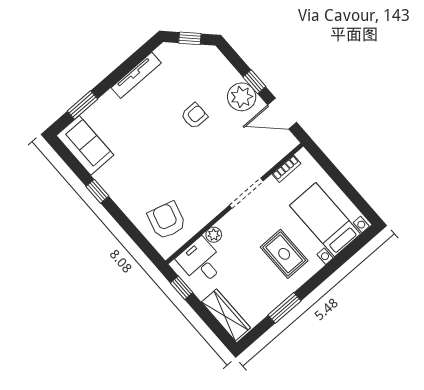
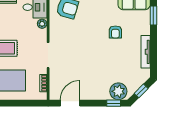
window: (254, 82) -> (114, 103), moved
plant: (242, 97) -> (118, 91), moved
armchair: (194, 116) -> (115, 32), moved

